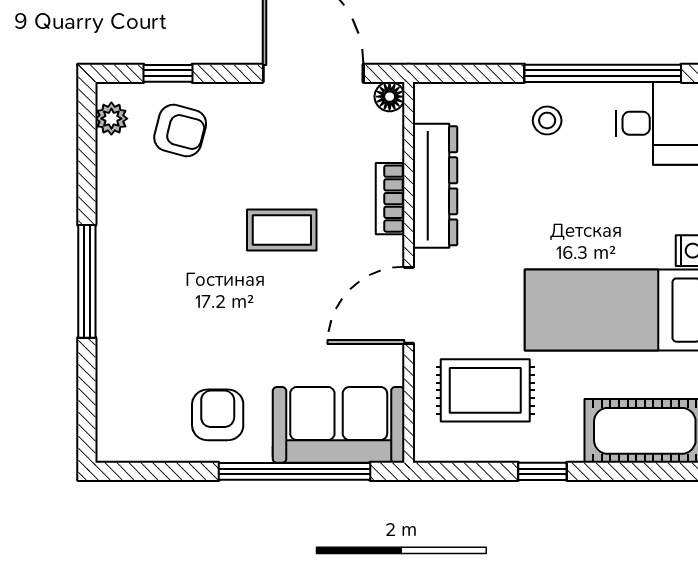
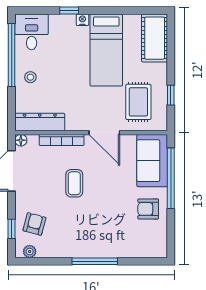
dresser: (435, 186) -> (40, 122), moved
bookcase: (390, 199) -> (62, 140), width x1.56
window: (542, 471) -> (171, 95), moved

